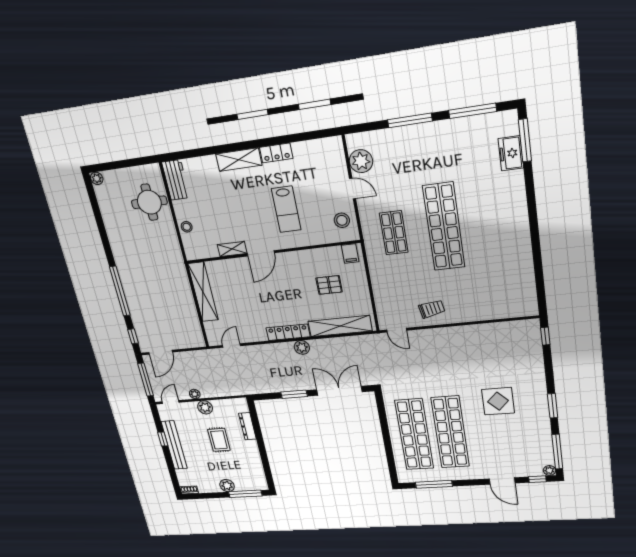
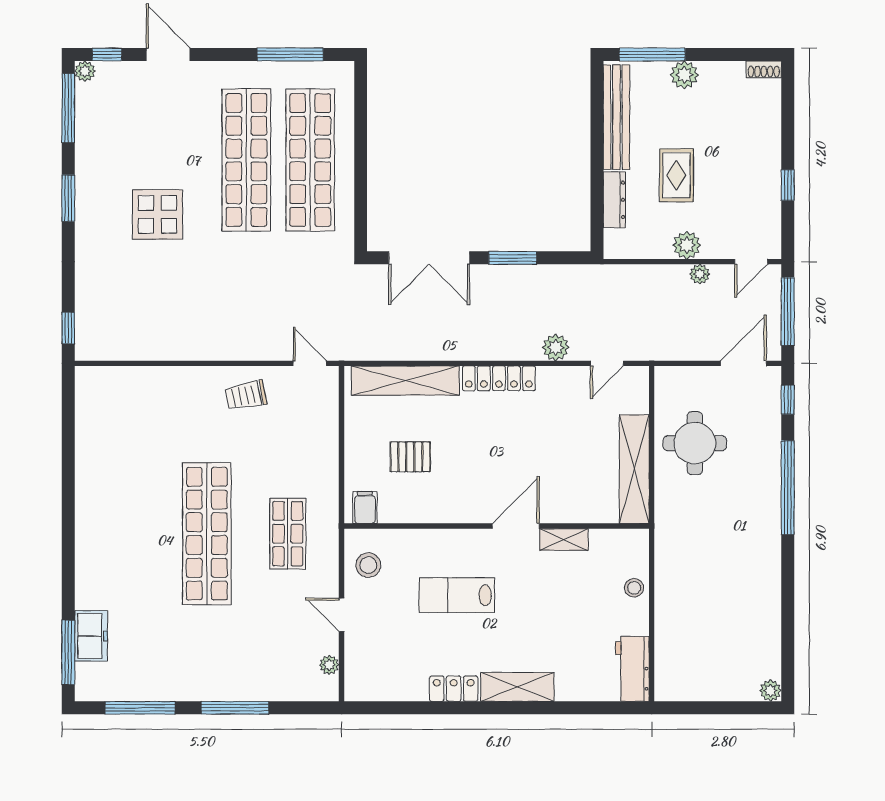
plant: (361, 161) -> (329, 665), width x0.53, depth x0.53
round table: (149, 202) -> (695, 443), moved
lab bench: (286, 209) -> (457, 595), turned -90
plant: (302, 347) -> (556, 347), moved
bench: (174, 445) -> (616, 117), moved

